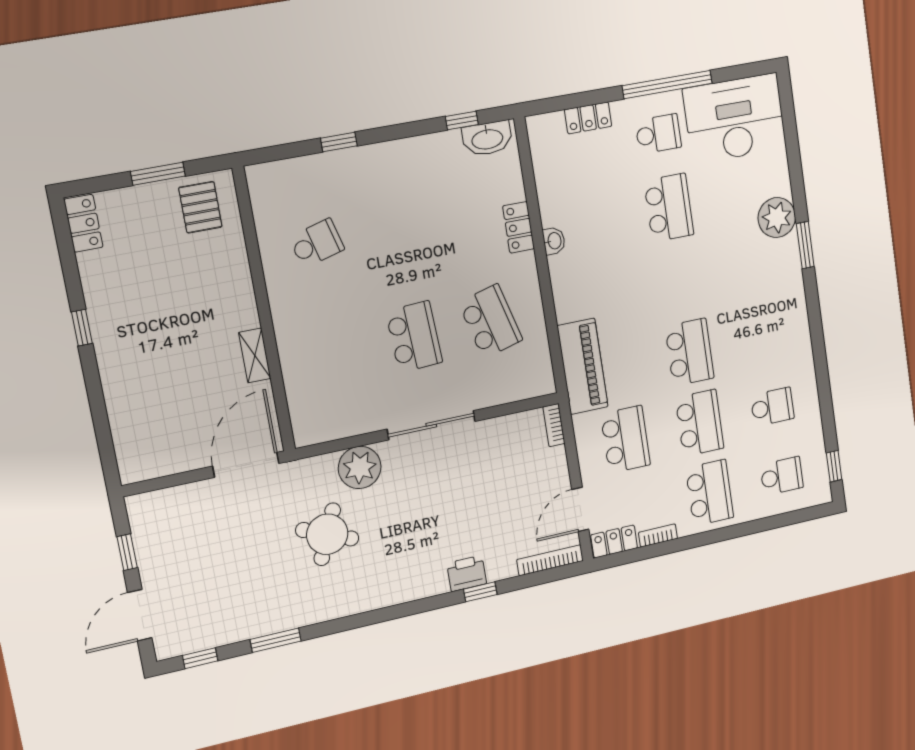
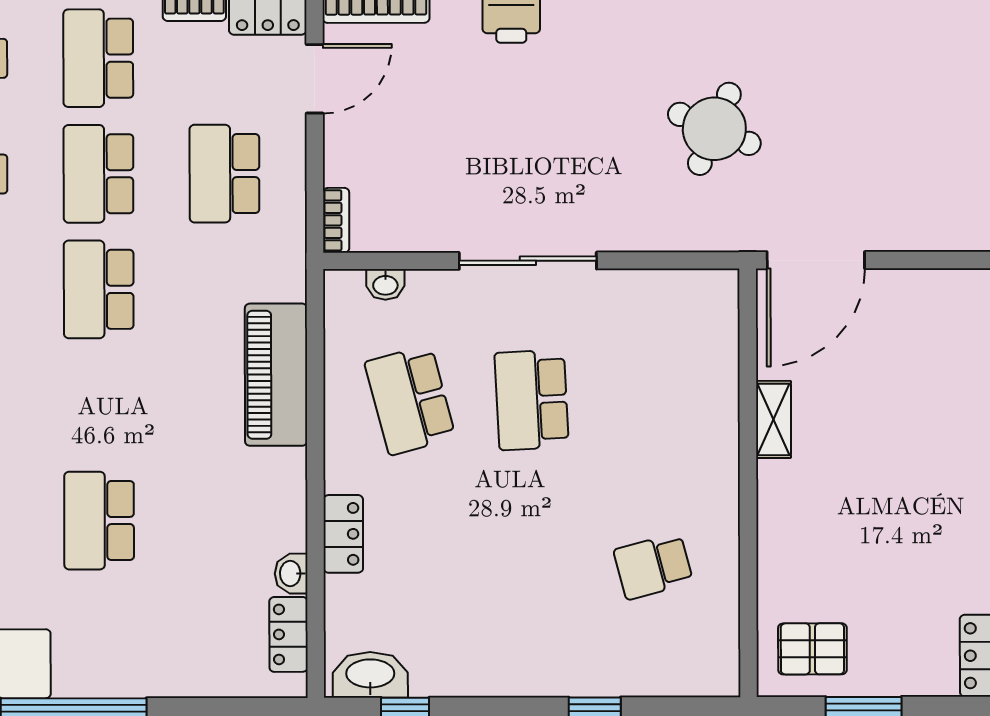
locker: (588, 118) -> (288, 634), moved, turned -90
school desk: (658, 134) -> (99, 636), removed
pallet: (200, 207) -> (812, 649), turned 90
washbasin: (554, 241) -> (291, 574), moved
piano: (583, 366) -> (276, 375), moved
washbasin: (517, 391) -> (385, 284), added
plant: (360, 467) -> (648, 220), removed

